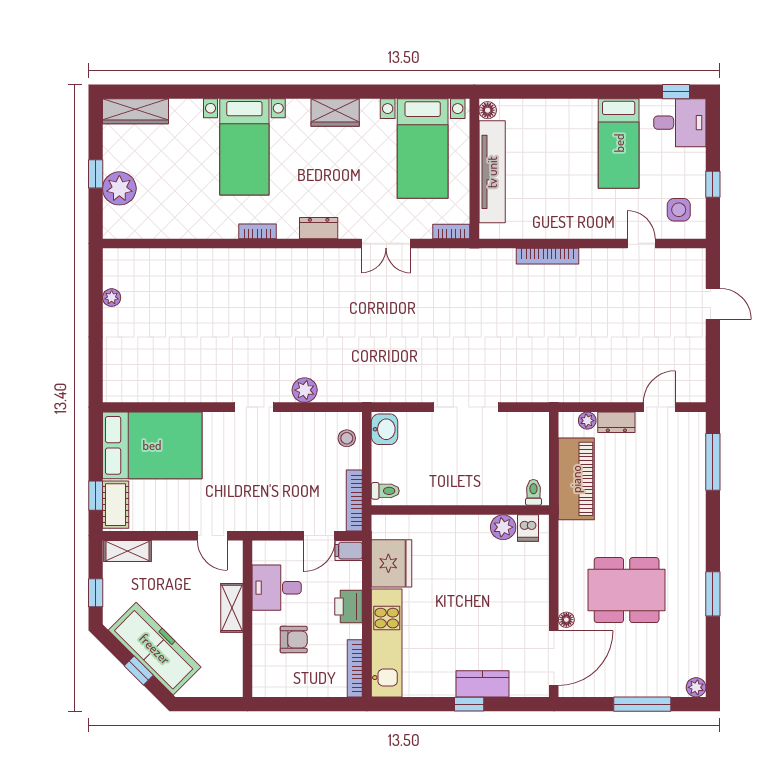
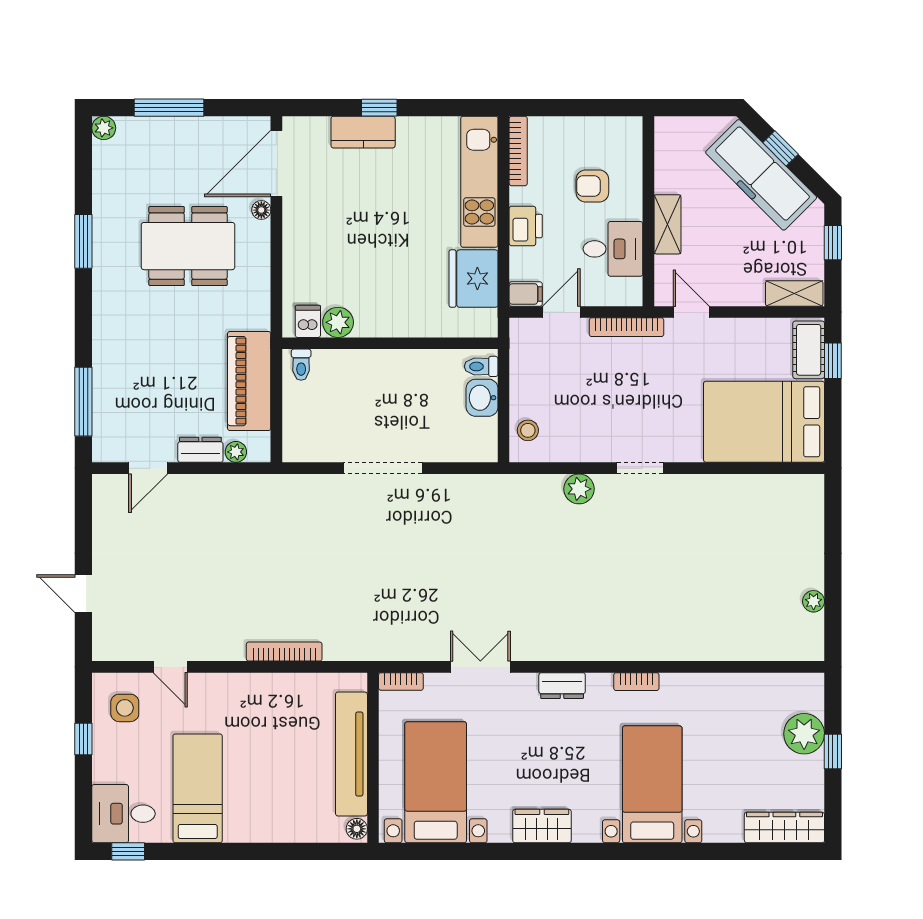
washbasin: (384, 429) -> (482, 398), moved
bookcase: (354, 500) -> (627, 327), moved, turned 90

